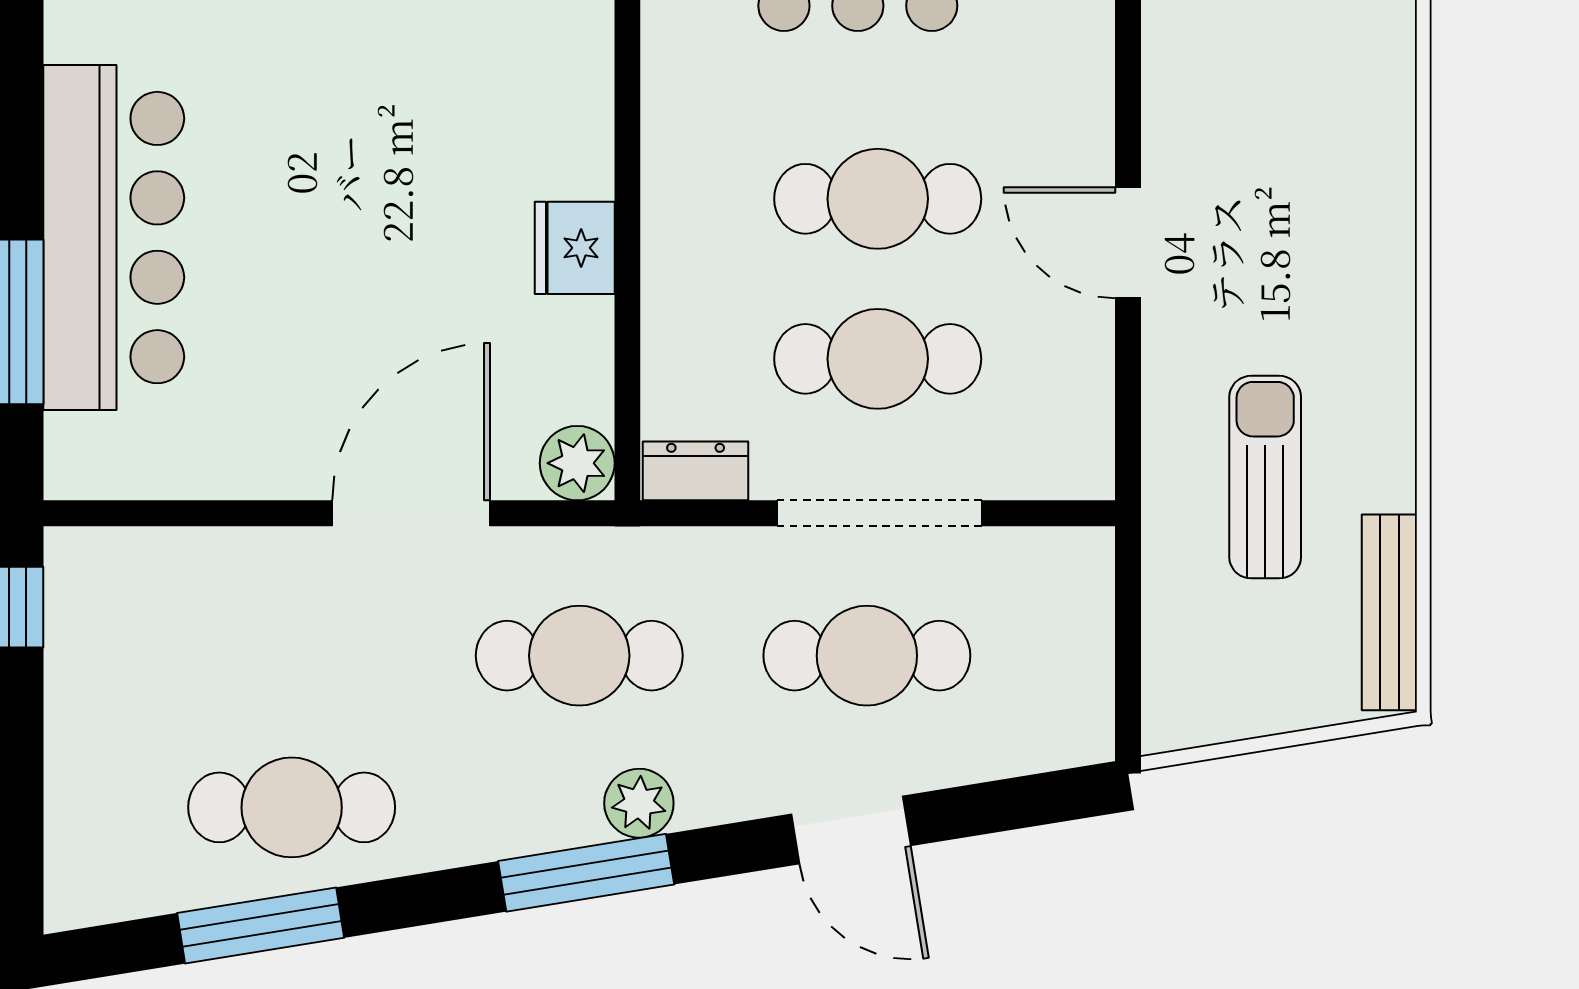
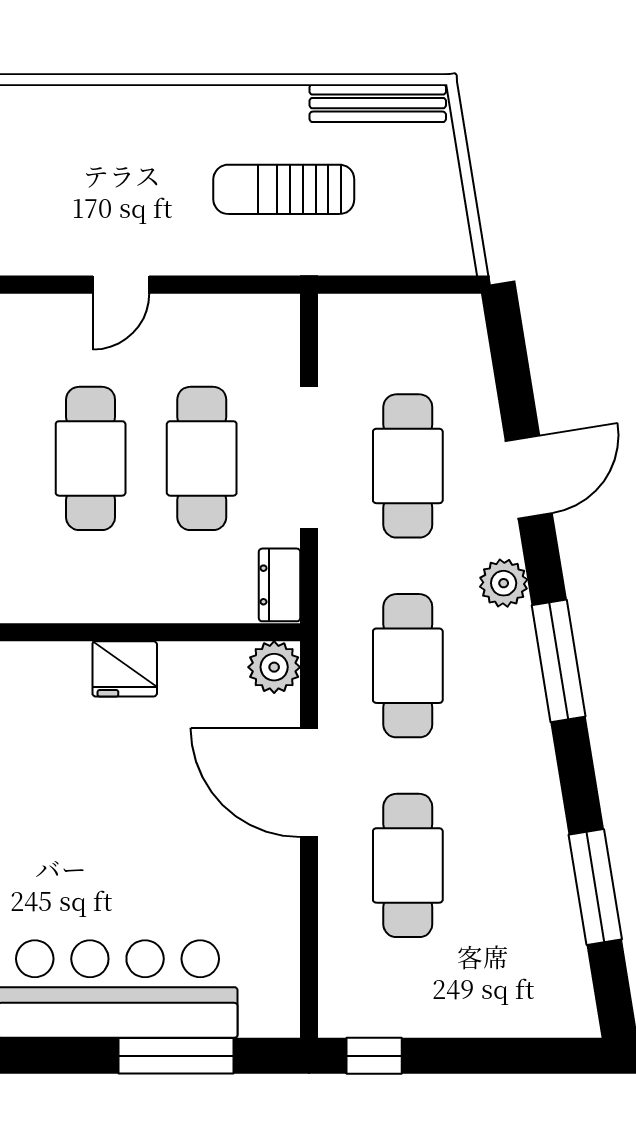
door: (1128, 243) -> (121, 285), width x0.73
plant: (639, 803) -> (504, 583), moved
cafe table: (292, 807) -> (408, 865), moved

